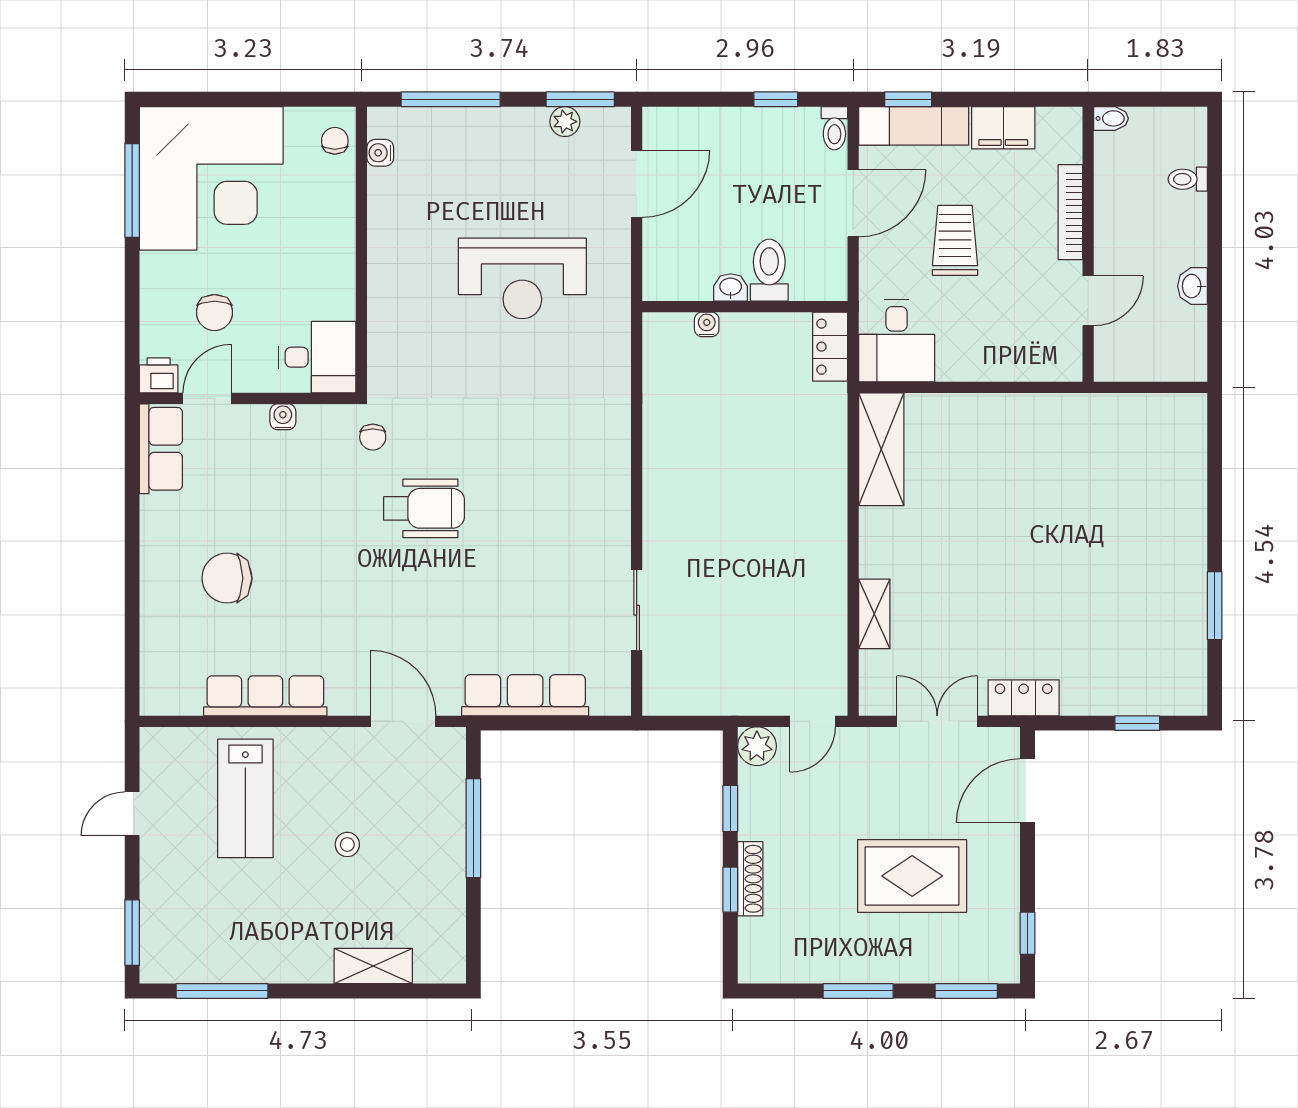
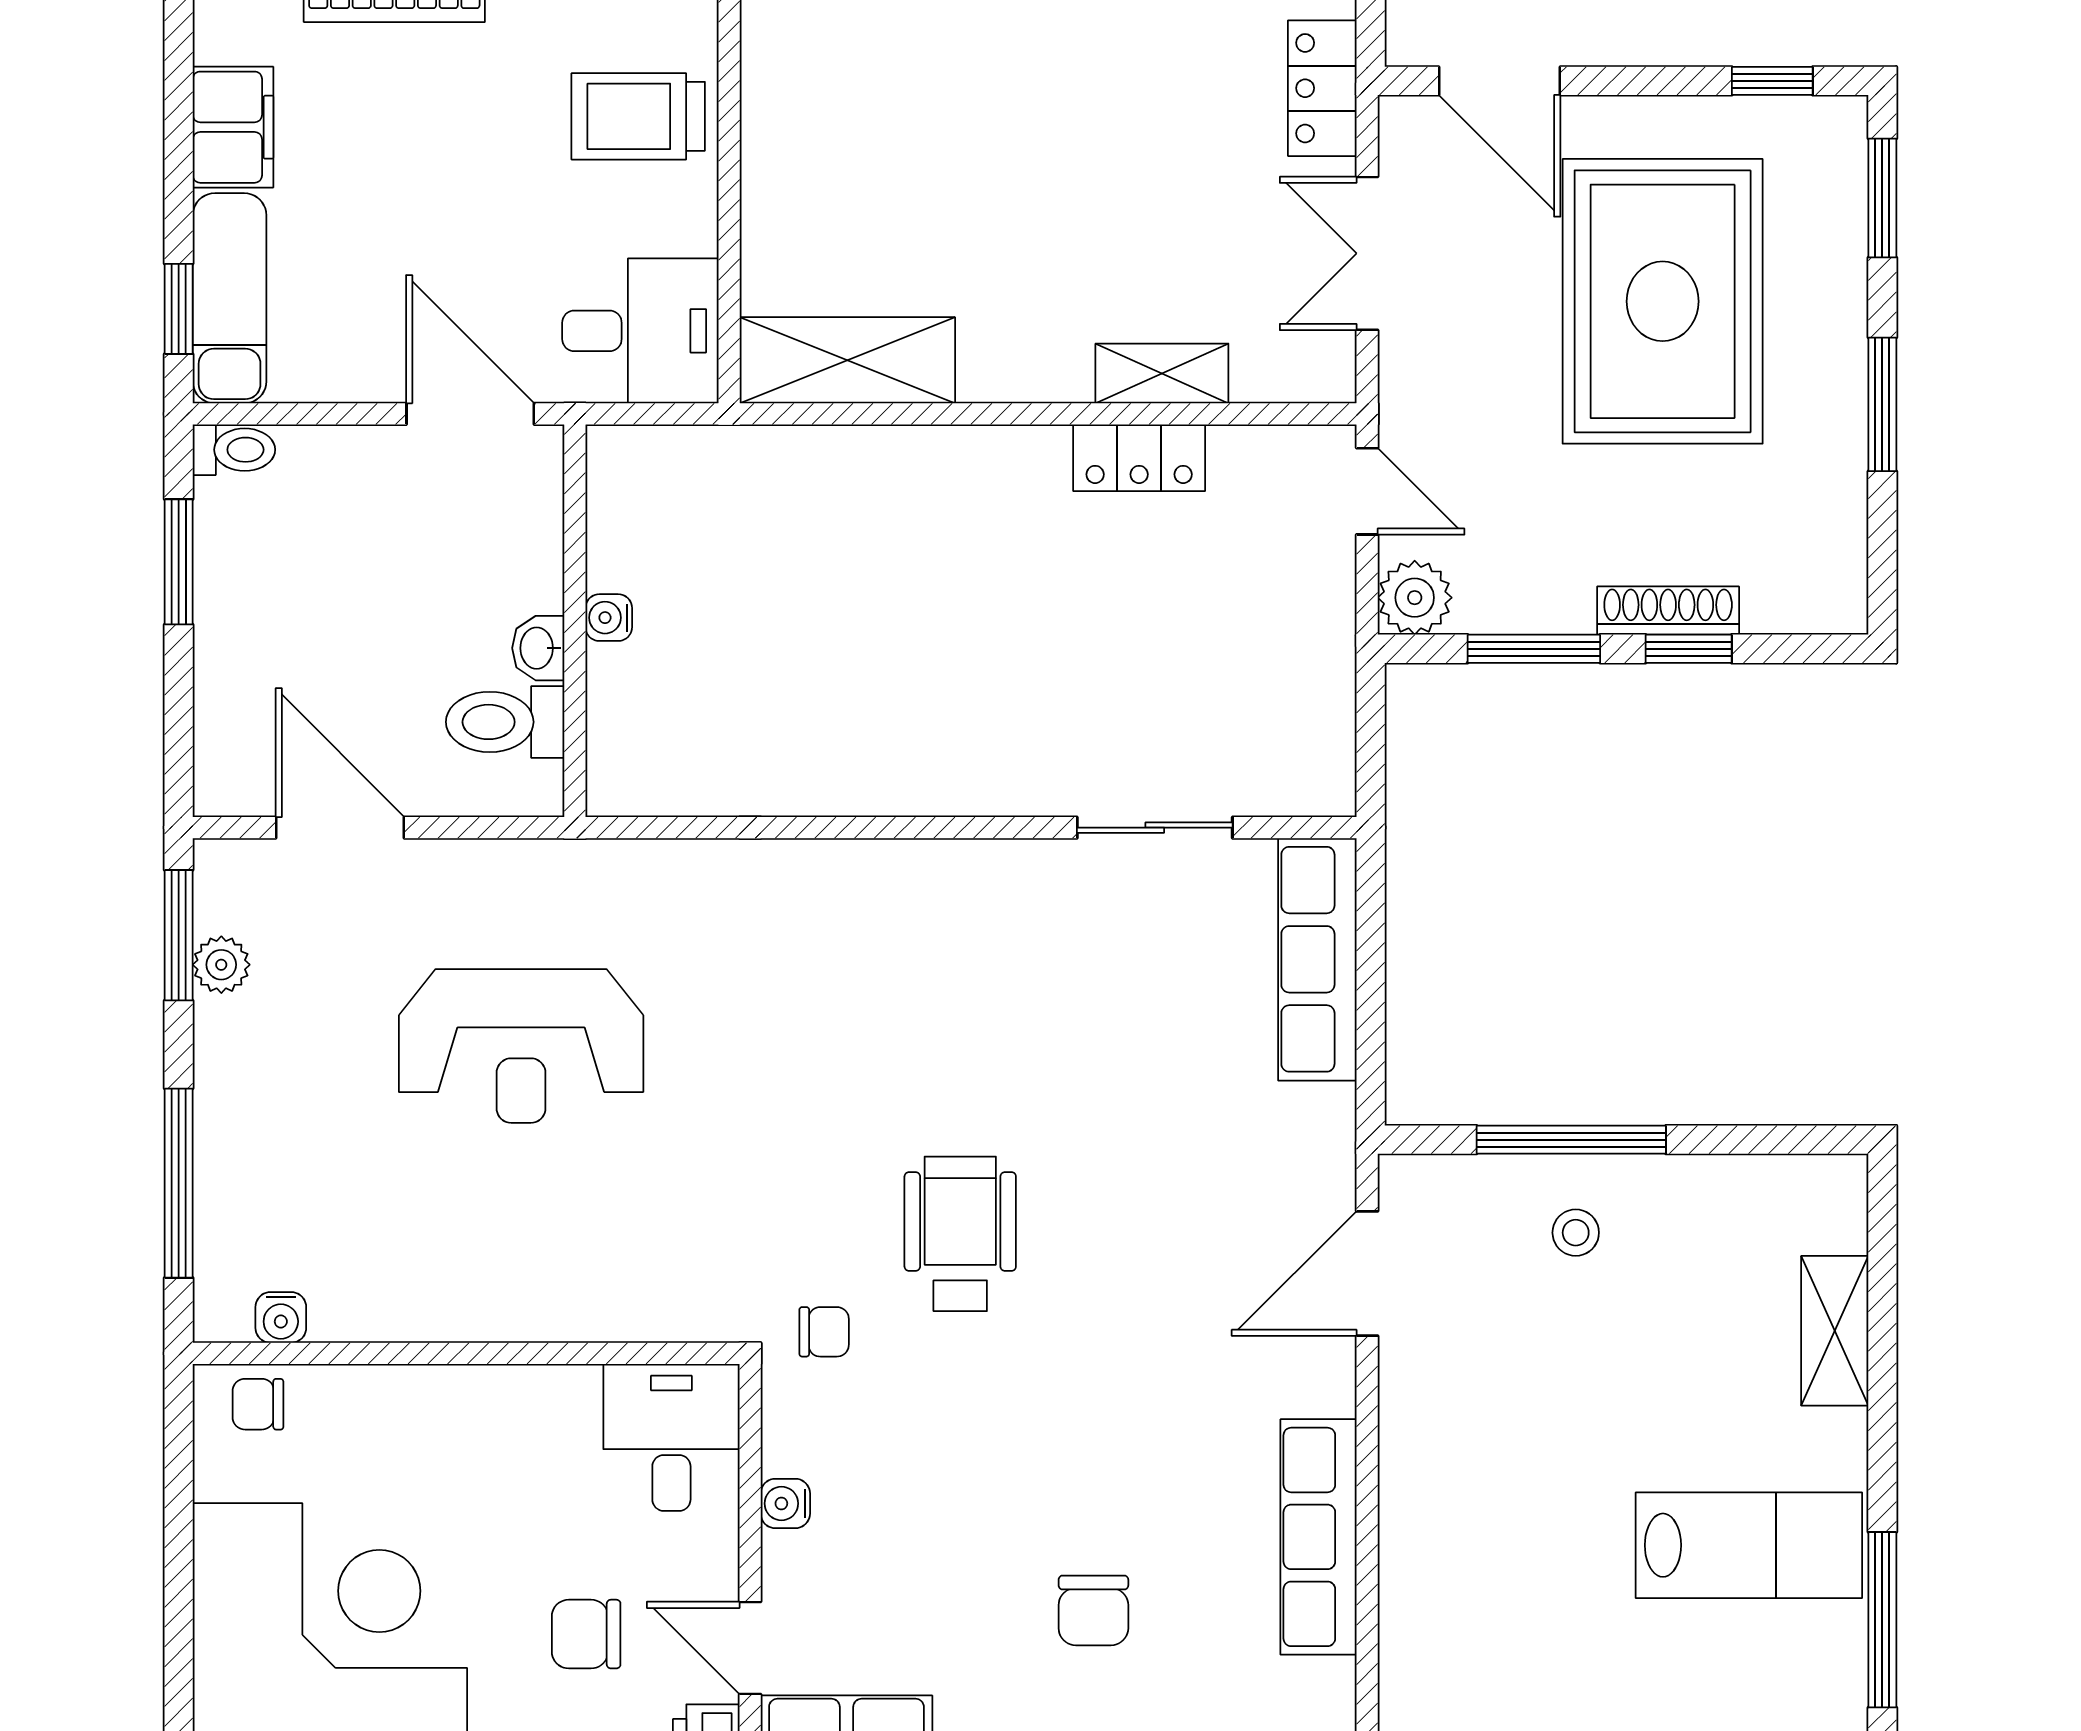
window: (776, 99) -> (179, 562), width x1.50
door: (853, 203) -> (470, 414), moved
trolley: (955, 240) -> (638, 116), moved
toilet: (769, 270) -> (505, 722), moved
reception desk: (522, 278) -> (521, 1046), turned 90
chair: (215, 313) -> (586, 1634), turned 180
water cooler: (707, 324) -> (609, 618), moved
locker: (830, 347) -> (1139, 458), moved
chair: (227, 578) -> (1093, 1610), width x0.73, depth x0.73
row of seats: (525, 695) -> (1317, 959), moved
lab bench: (245, 798) -> (1749, 1545), moved
window: (730, 809) -> (1534, 649), width x1.50
stool: (347, 844) -> (1576, 1233), moved
rug: (912, 876) -> (1663, 301), width x1.37, depth x1.44

